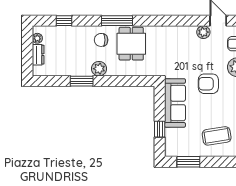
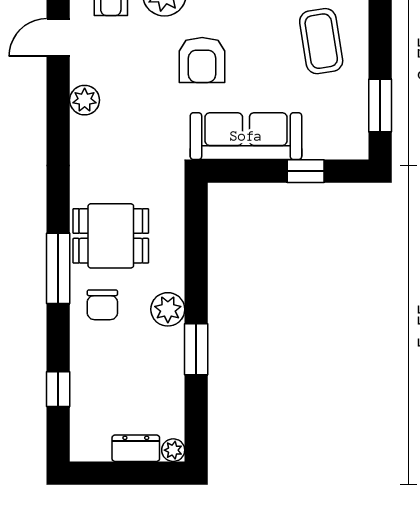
plant: (203, 32) -> (85, 100), moved
plant: (37, 38) -> (173, 450), moved

